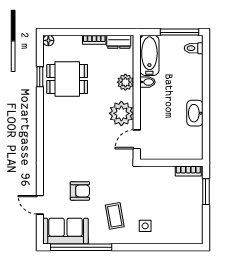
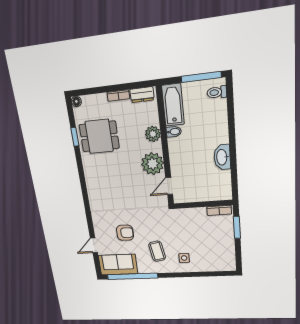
door: (40, 205) -> (94, 245), hinge flipped

